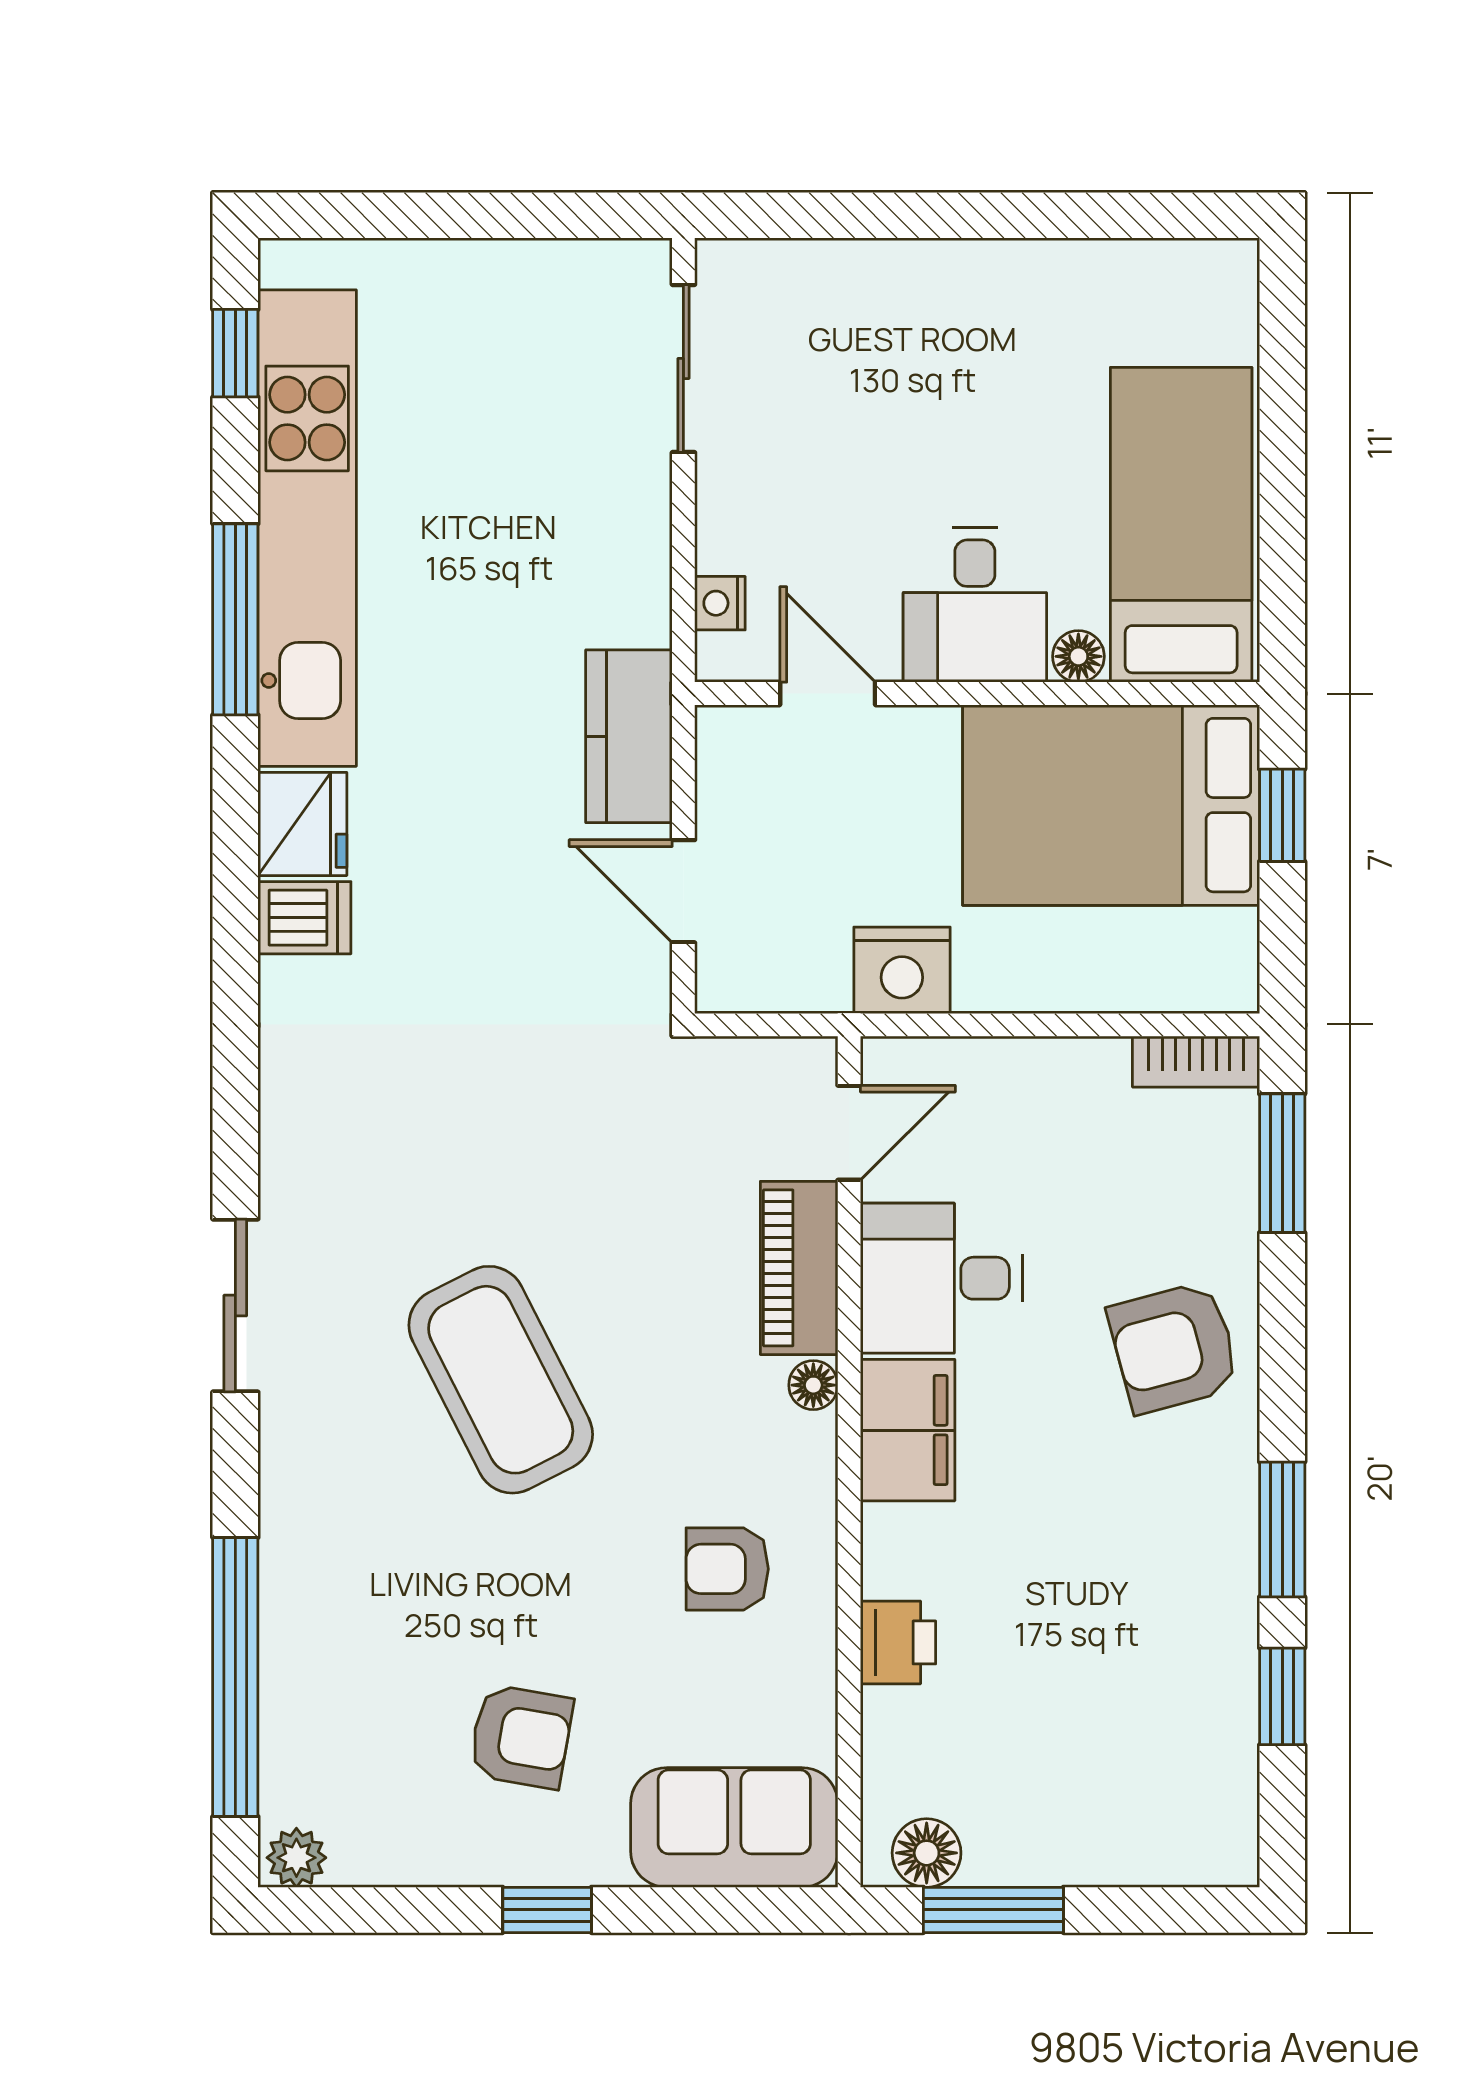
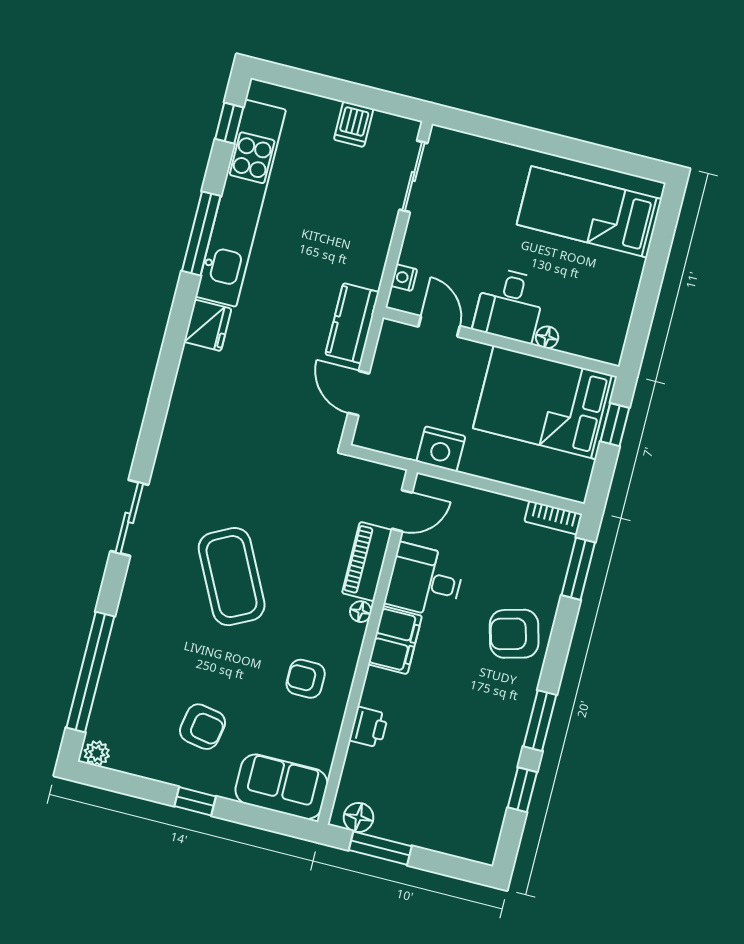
bed: (1181, 525) -> (589, 212), moved, turned -90
dishwasher: (304, 918) -> (354, 124), moved, turned 90

